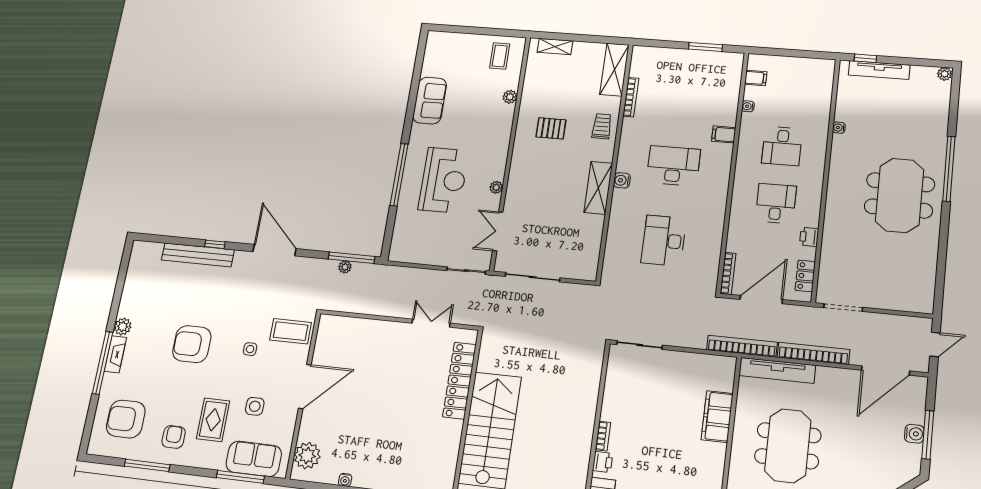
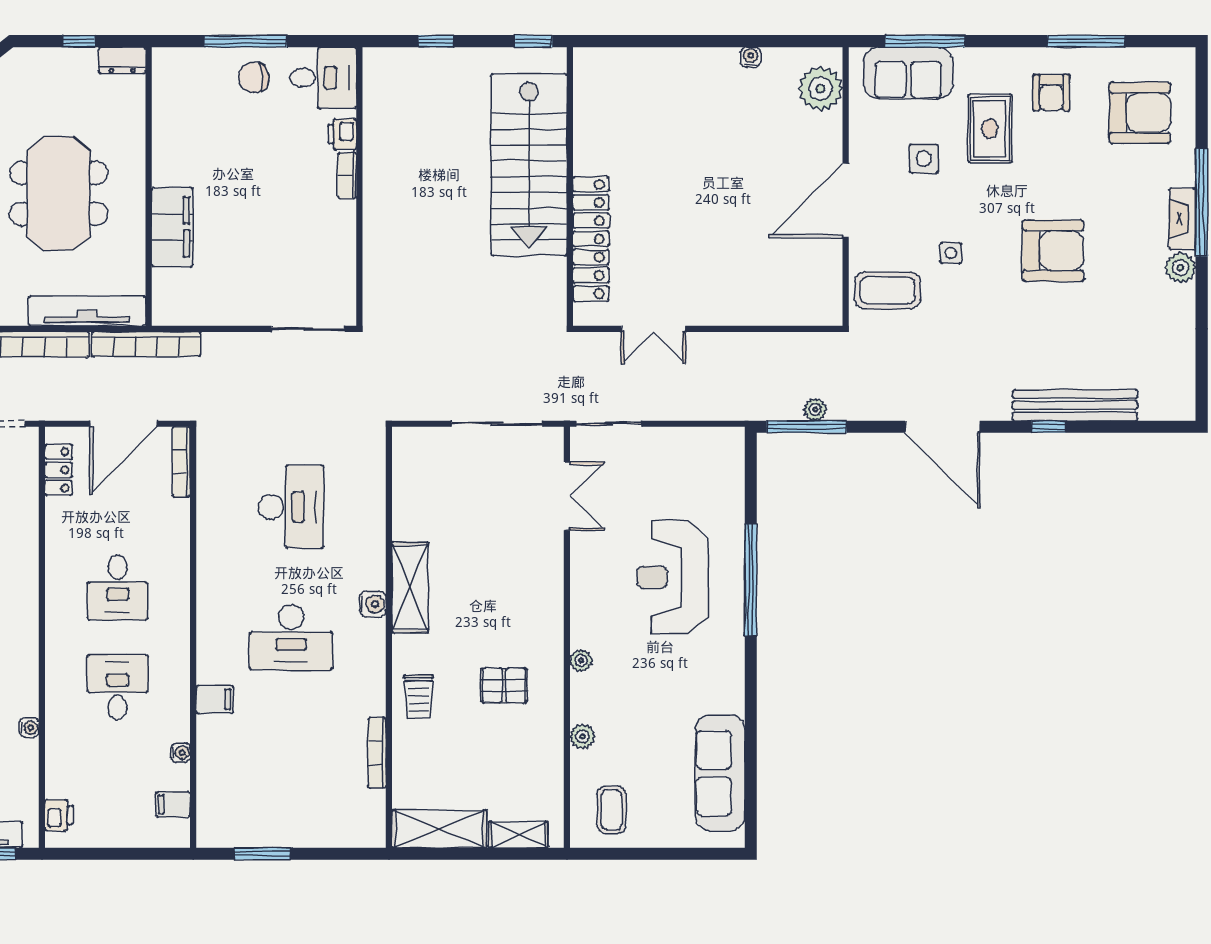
shelving: (614, 70) -> (439, 829), moved, turned 90
sofa: (430, 101) -> (720, 773), moved, width x1.36
plant: (496, 187) -> (581, 660), moved
printer: (809, 237) -> (59, 815), moved

